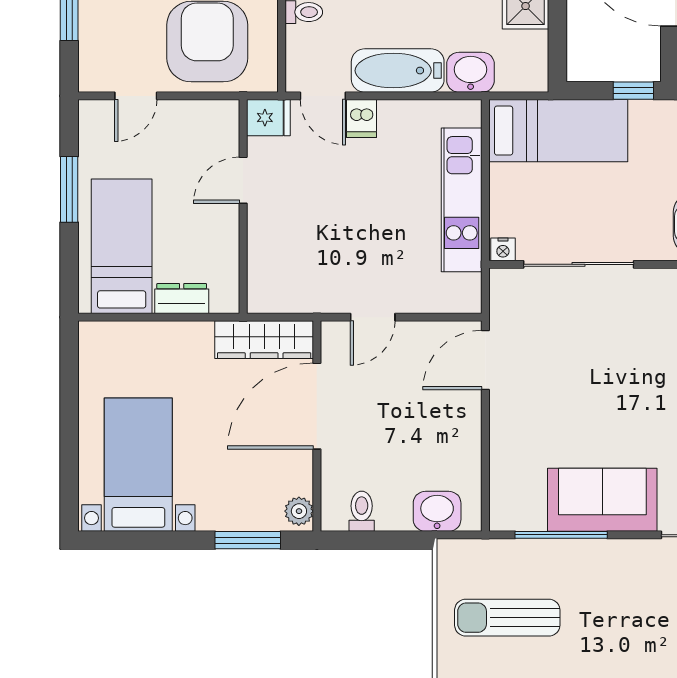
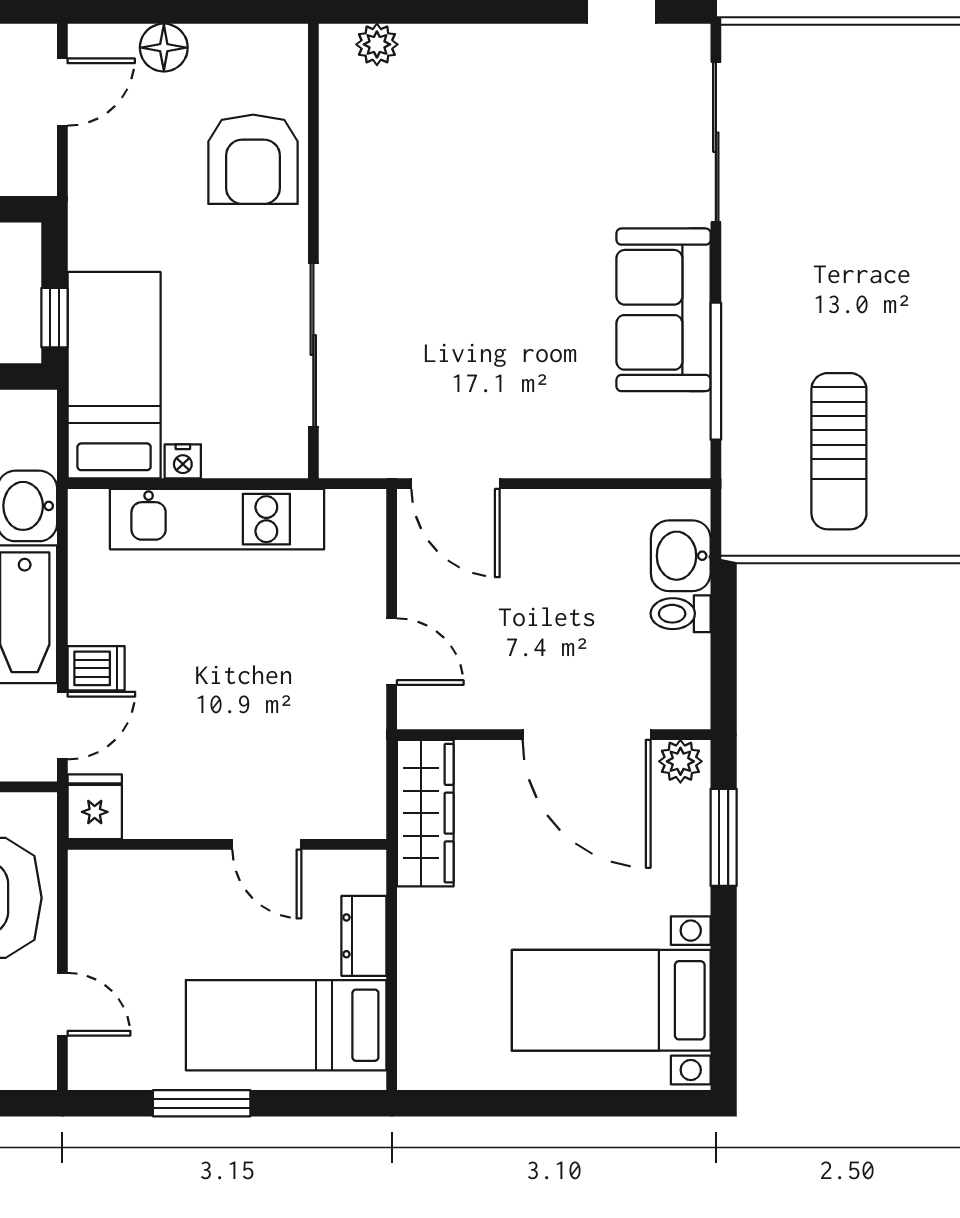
window: (633, 91) -> (55, 318), moved
door: (243, 180) -> (267, 844), moved
nightstand: (503, 249) -> (183, 461), moved, turned 90
door: (317, 406) -> (587, 735), moved
toilet: (362, 511) -> (681, 614), moved

